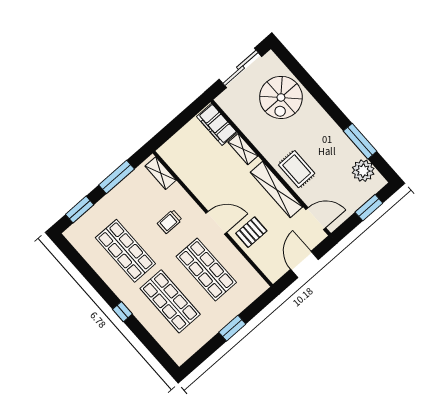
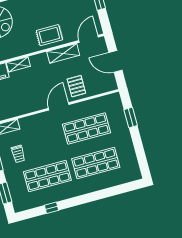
shelving: (277, 189) -> (63, 53), width x0.68
trolley: (170, 222) -> (18, 154), moved
window: (122, 312) -> (52, 208), moved
window: (232, 328) -> (131, 118), moved

